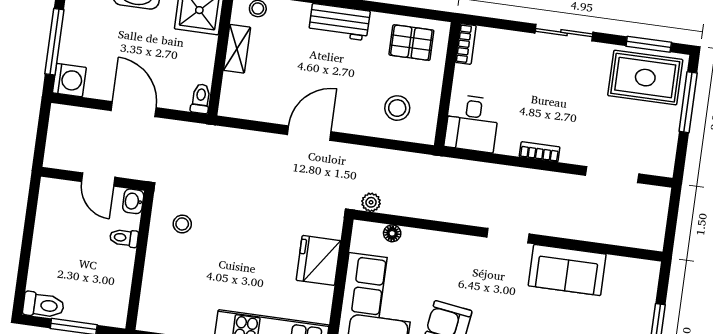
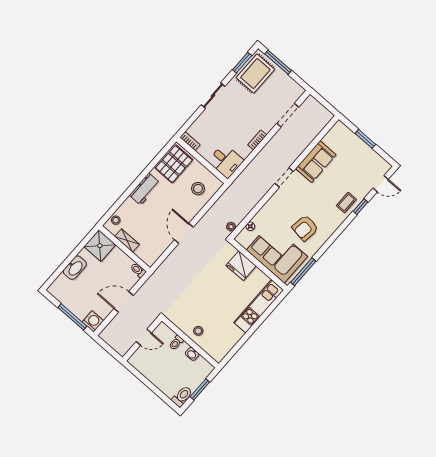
pallet: (411, 43) -> (174, 164), width x1.50, depth x1.42
washbasin: (133, 201) -> (192, 354), moved
stool: (182, 224) -> (198, 331), moved

